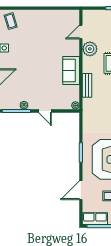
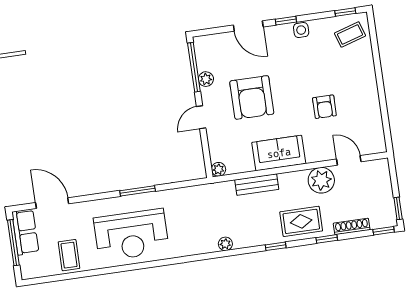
armchair: (49, 41) -> (324, 107), added
armchair: (38, 81) -> (252, 97), added
door: (81, 190) -> (52, 203), moved

